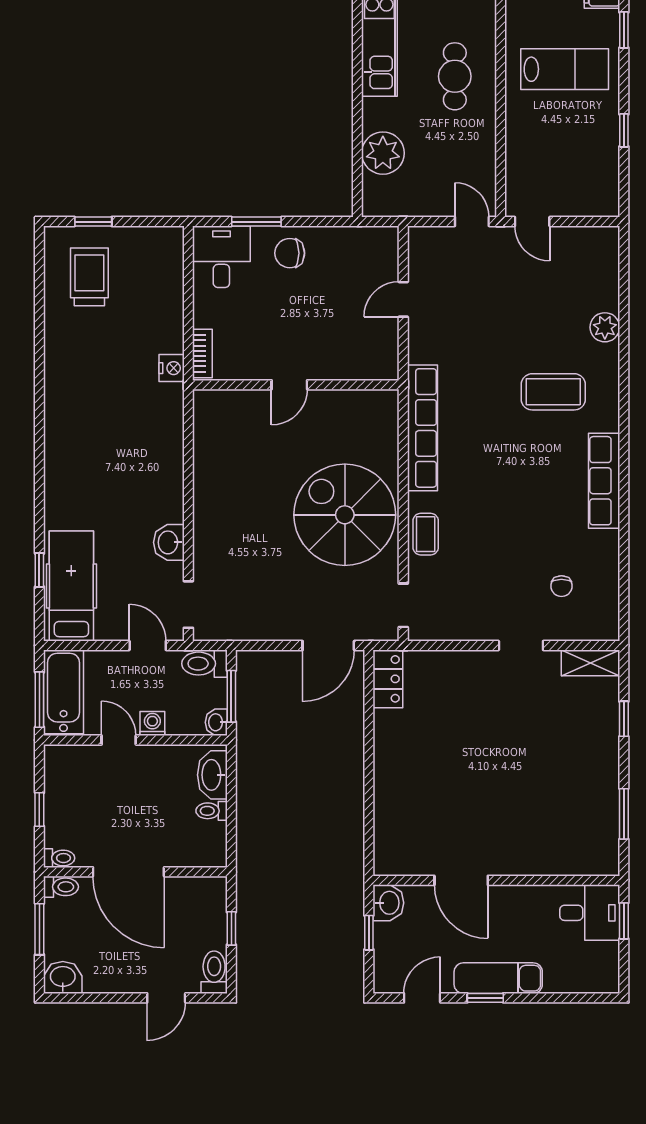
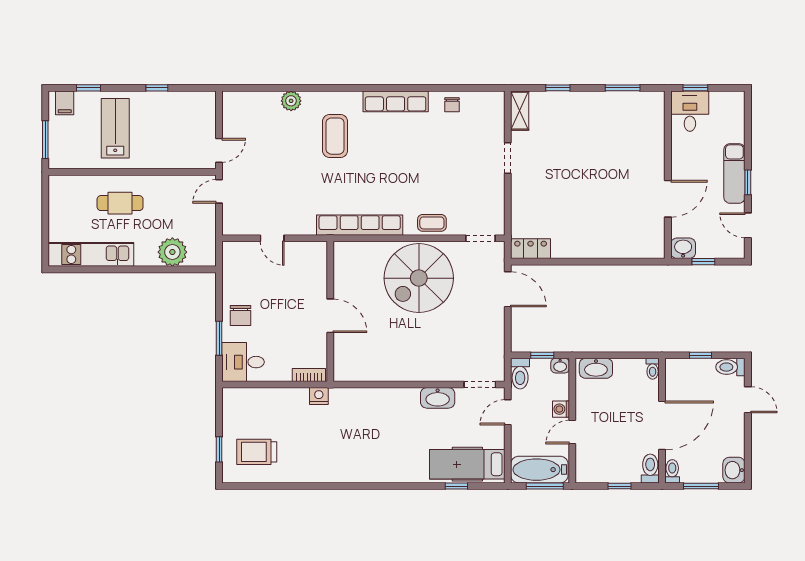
door: (289, 385) -> (330, 316), width x1.38
washbasin: (169, 542) -> (438, 398), width x1.38
chair: (561, 586) -> (452, 105), moved, turned 90
window: (231, 696) -> (542, 355), width x0.67
toilet: (212, 811) -> (653, 369), moved
toilet: (59, 858) -> (650, 469), width x1.37, depth x1.39

